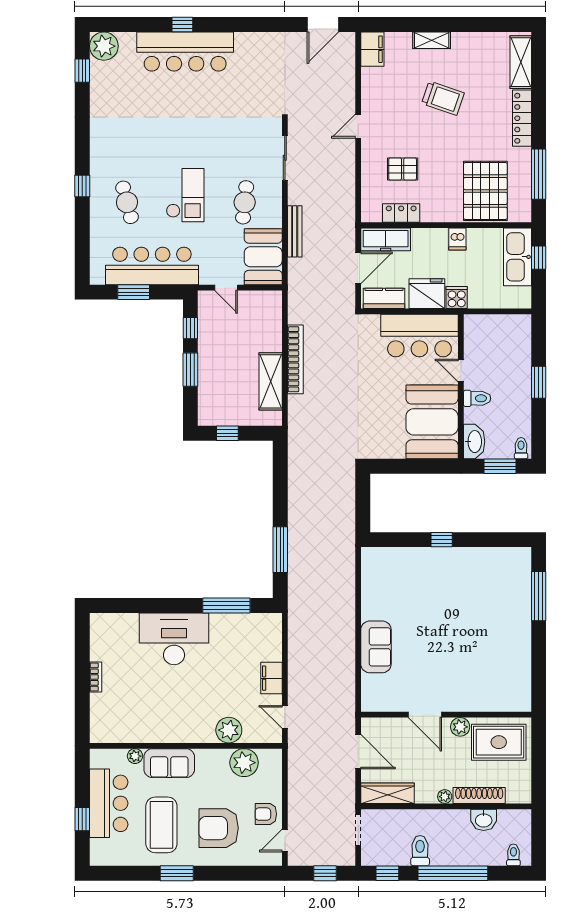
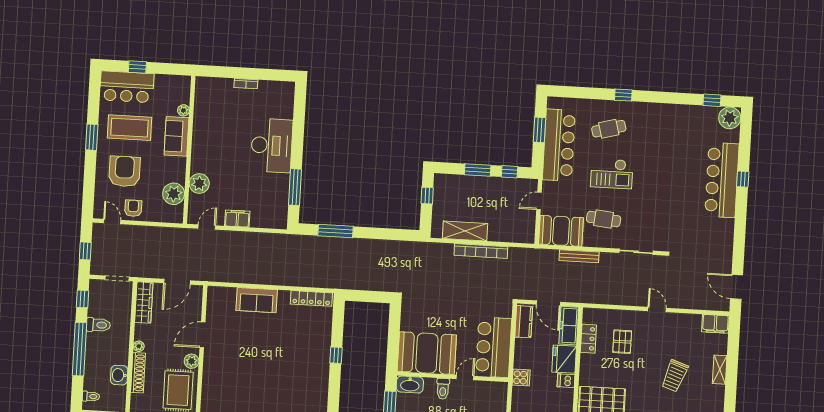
fridge: (427, 294) -> (564, 359), moved, turned 180
locker: (370, 576) -> (311, 298), added
bar counter: (109, 803) -> (127, 87), moved

